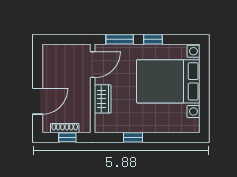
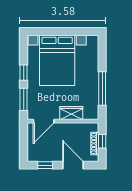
door: (93, 65) -> (44, 121), swing flipped
window: (38, 66) -> (45, 165), added
window: (133, 137) -> (102, 89), width x2.17

